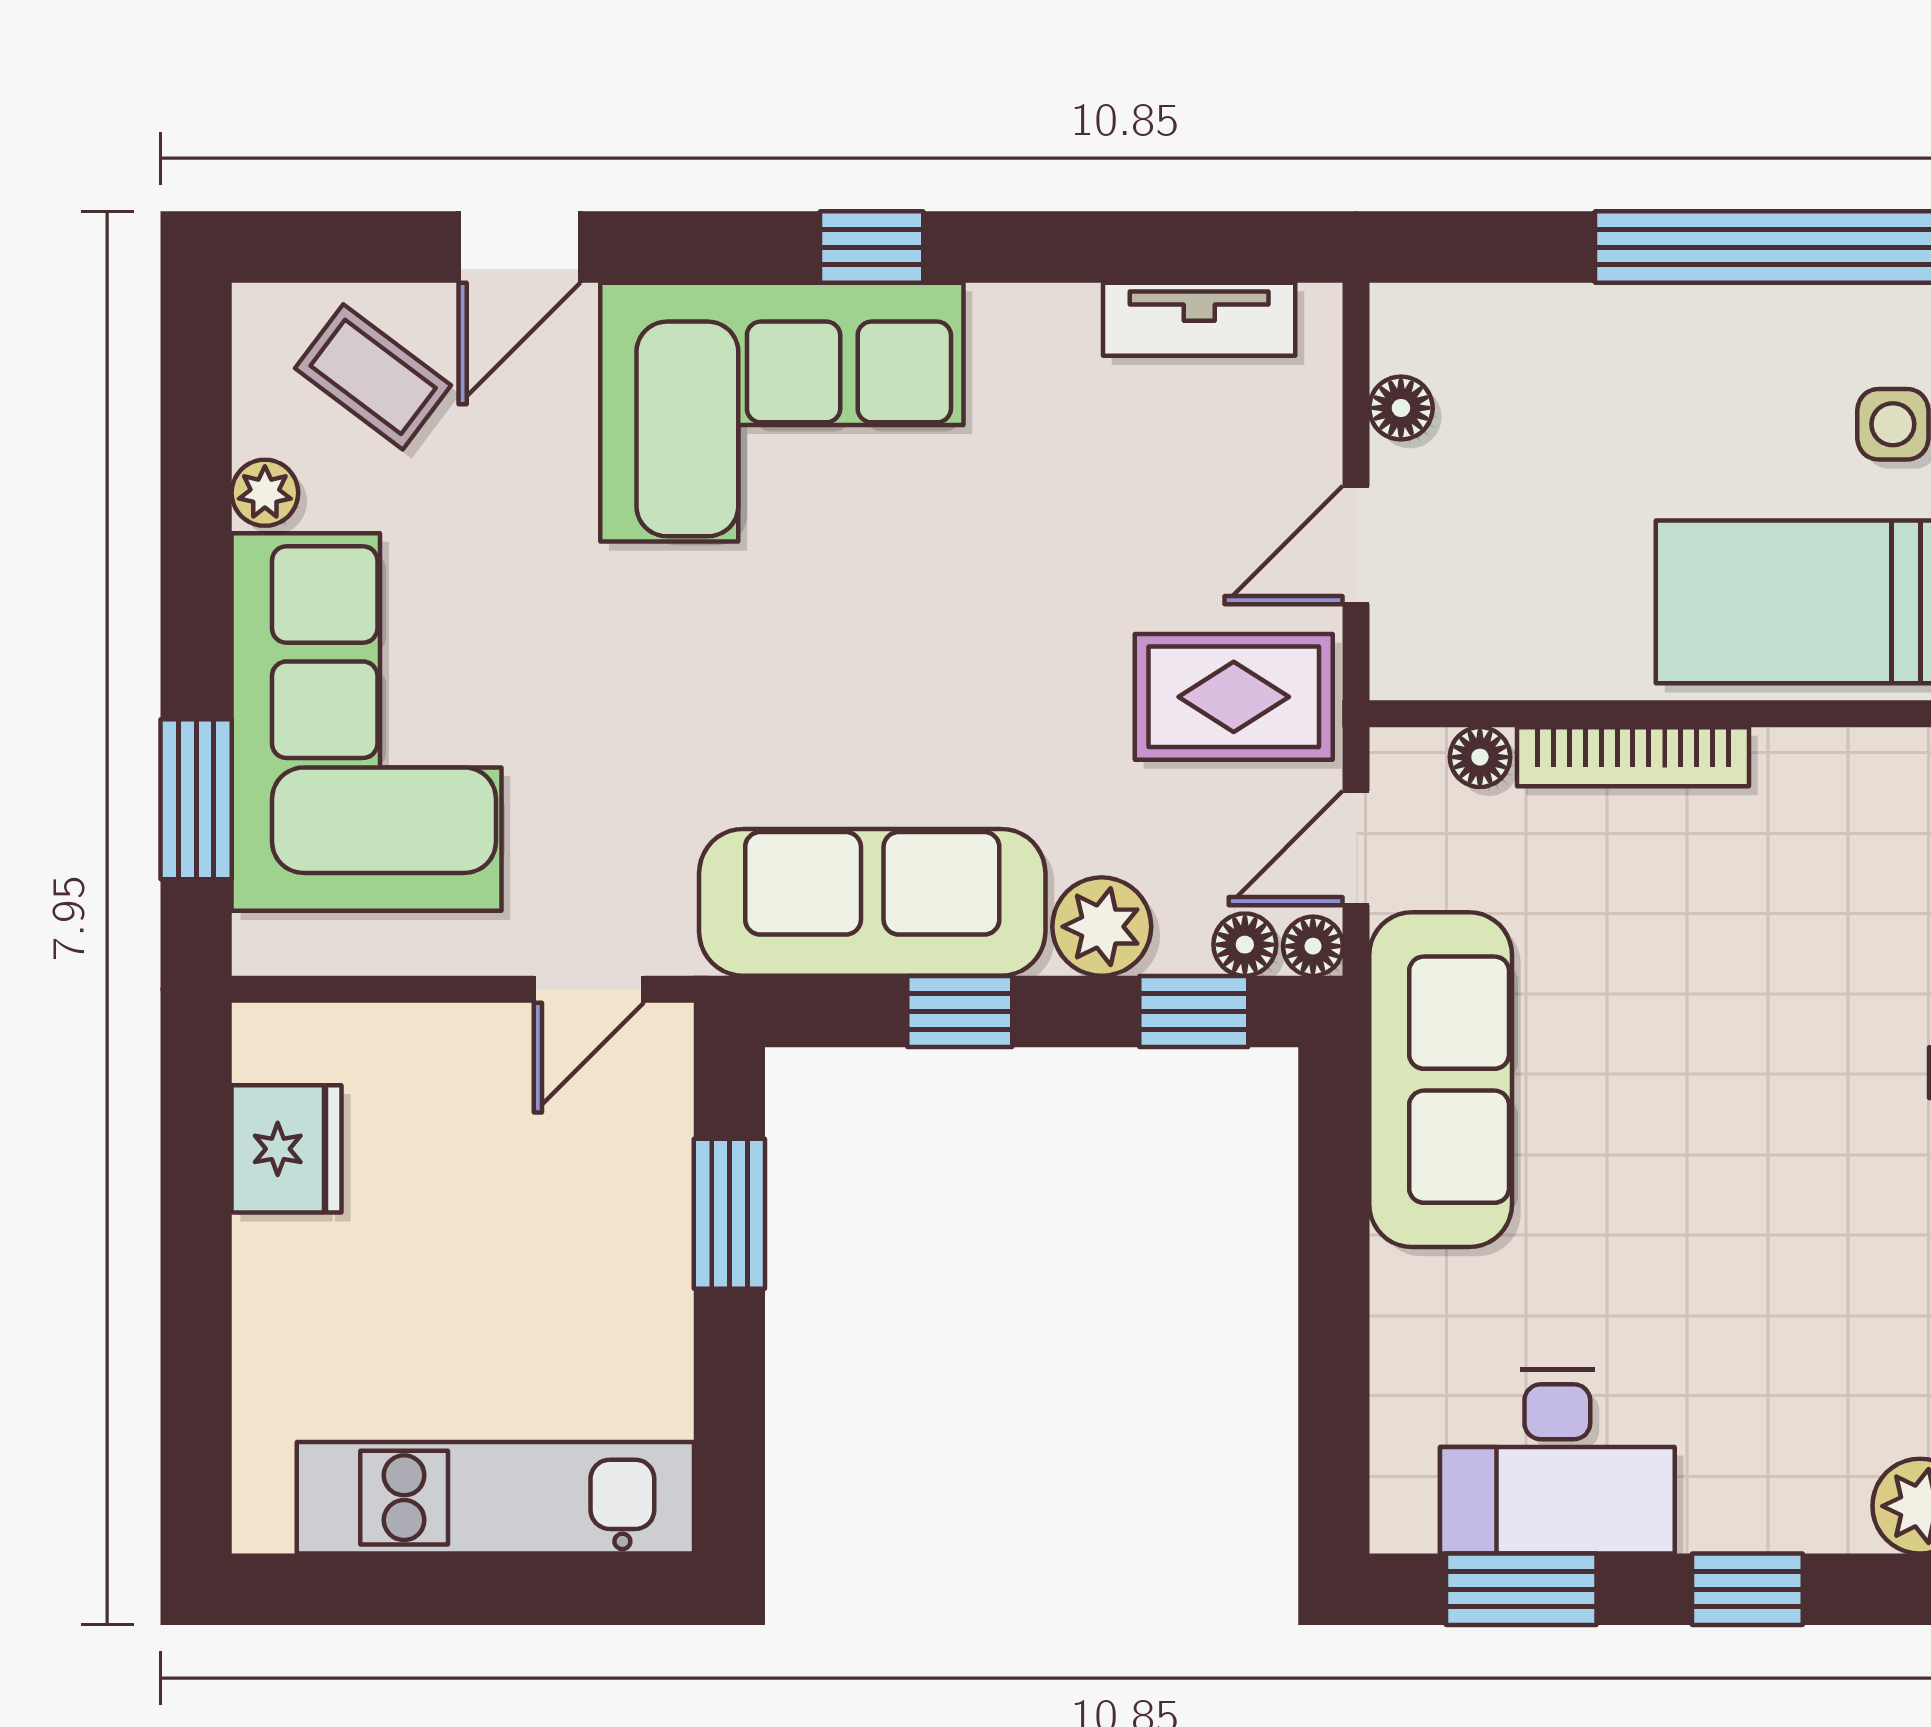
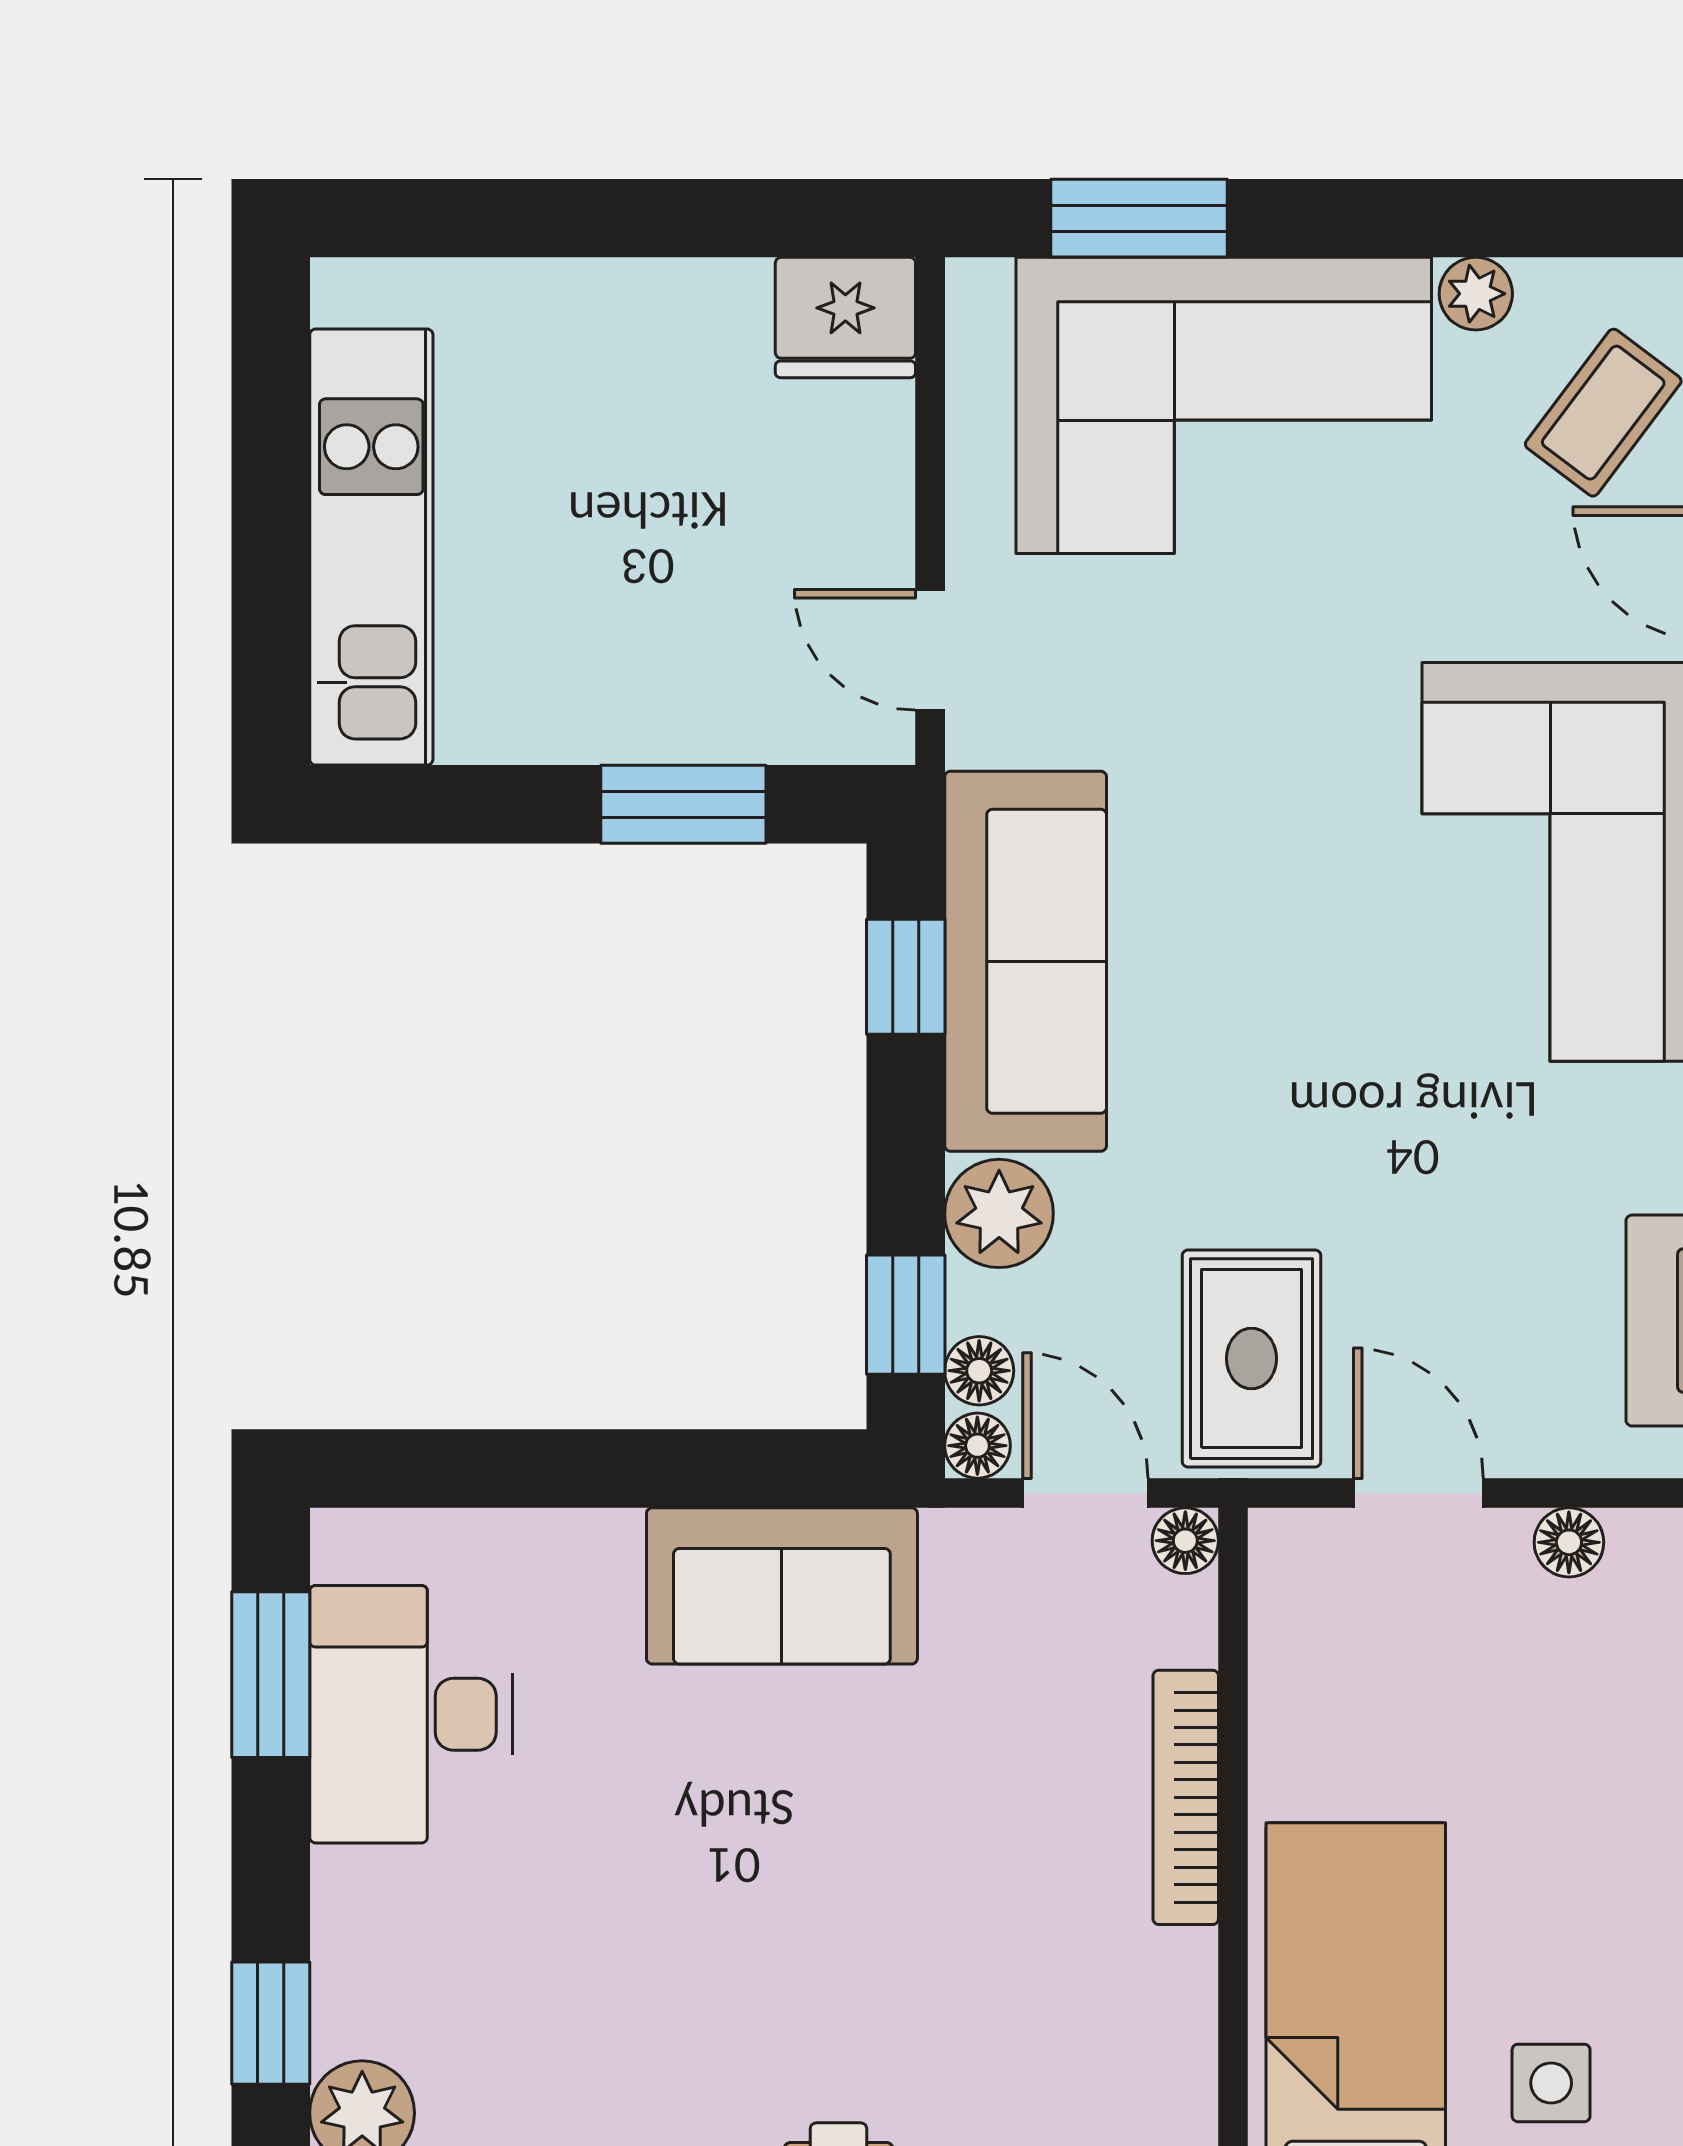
floor lamp: (1480, 757) -> (1185, 1541), moved
window: (960, 1011) -> (906, 977), moved
sofa: (1441, 1080) -> (782, 1586), width x0.73
fridge: (287, 1149) -> (845, 317), moved
window: (1747, 1589) -> (271, 2023), moved

